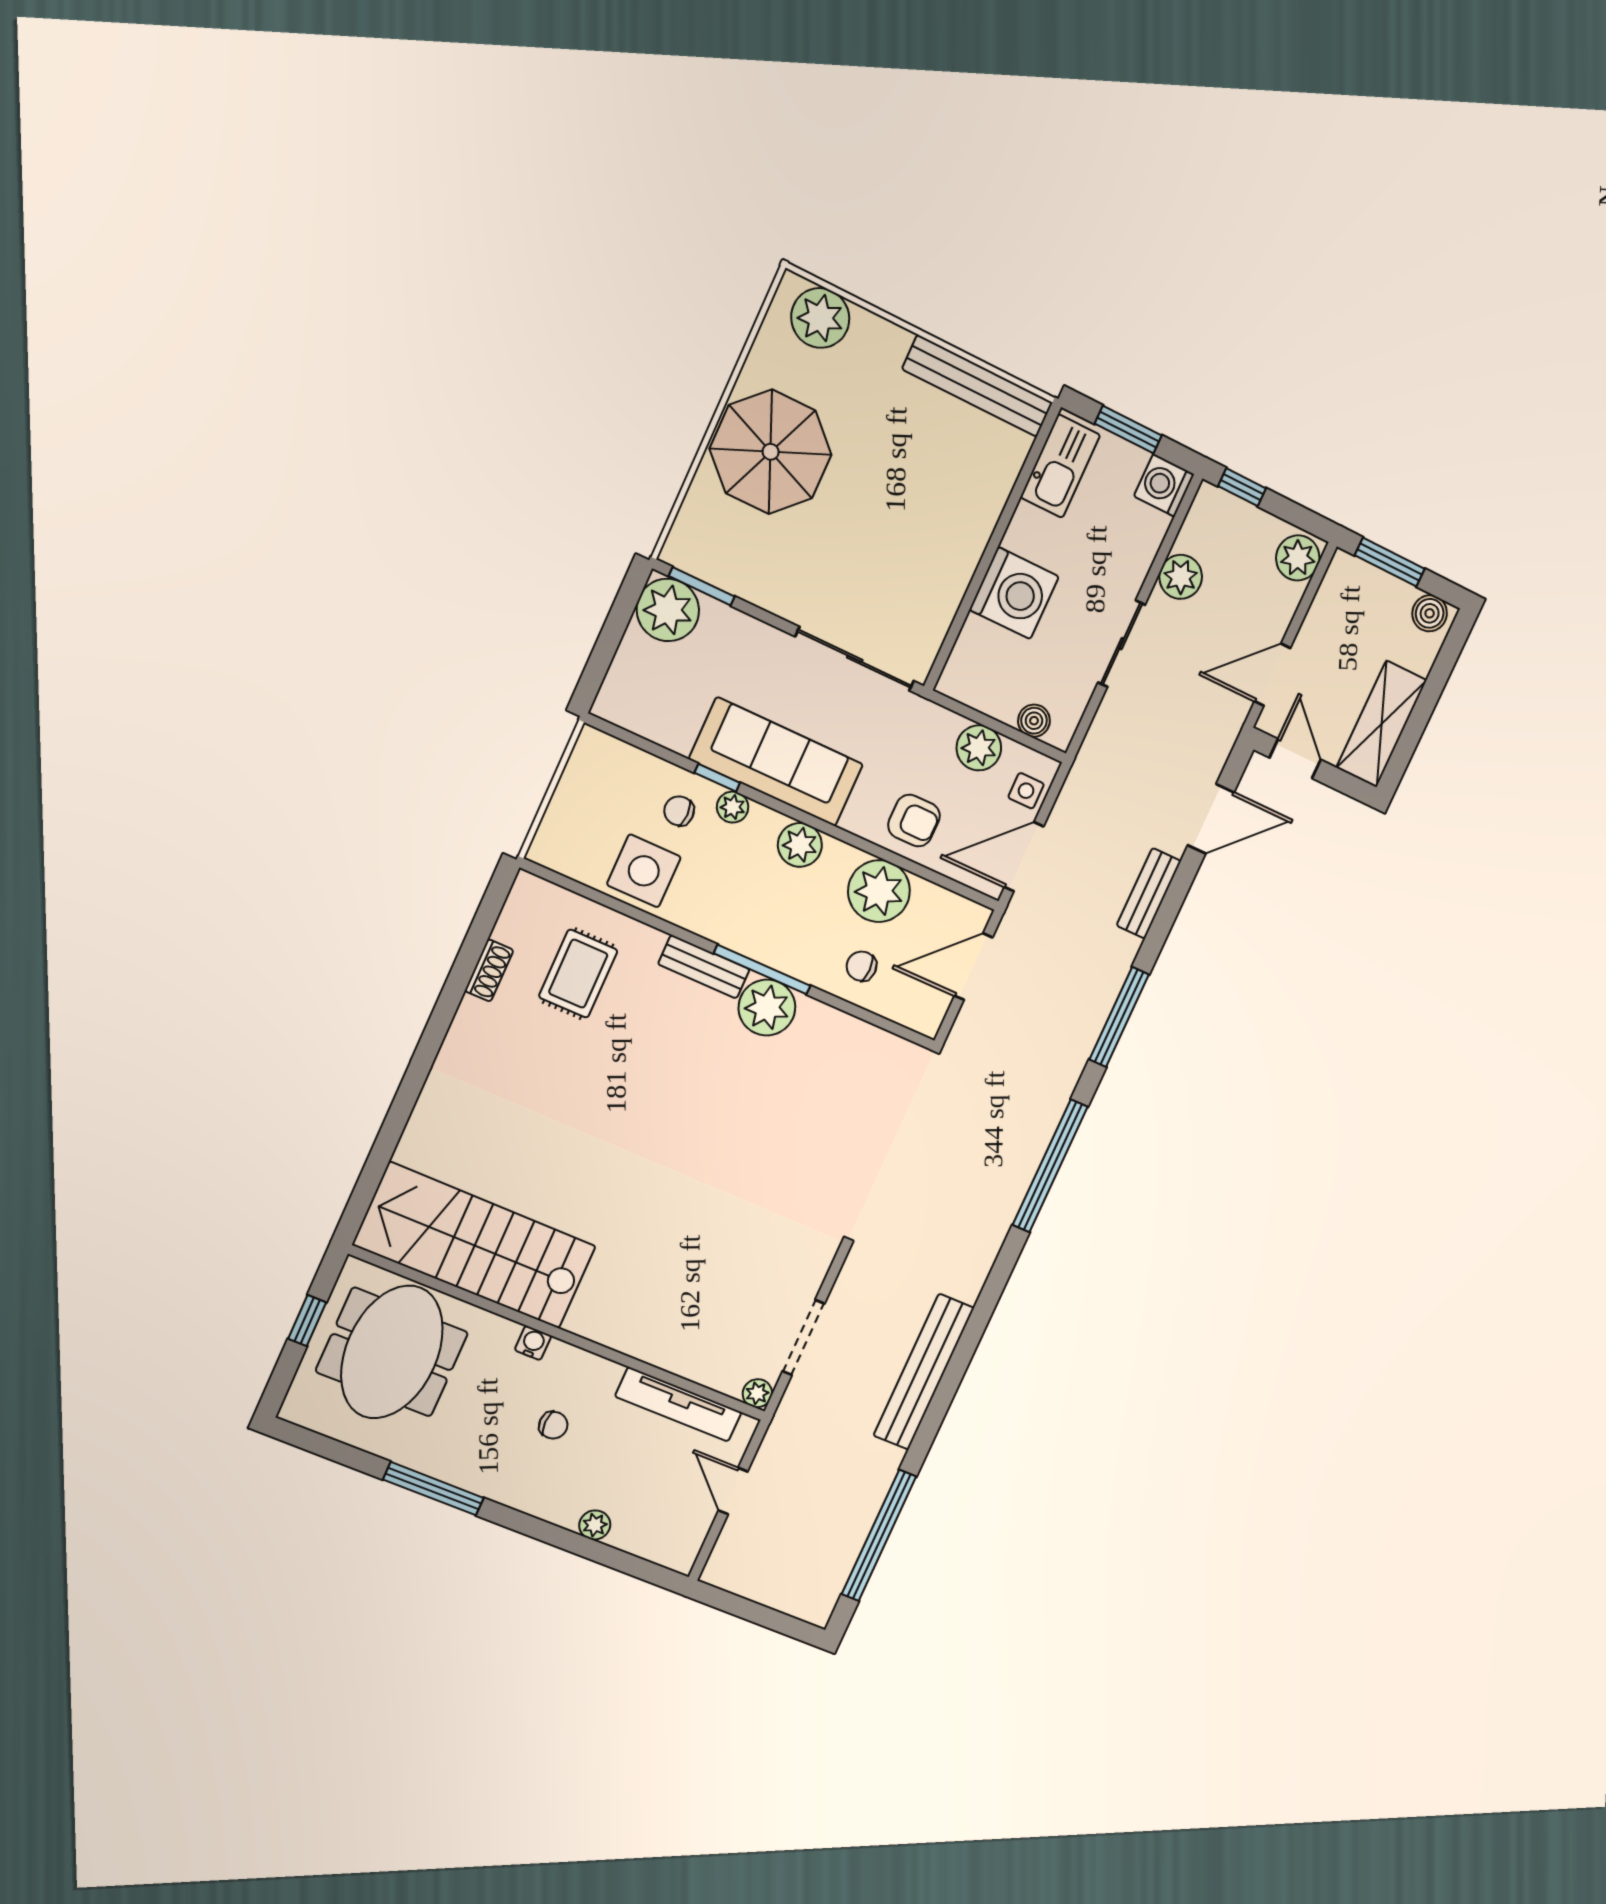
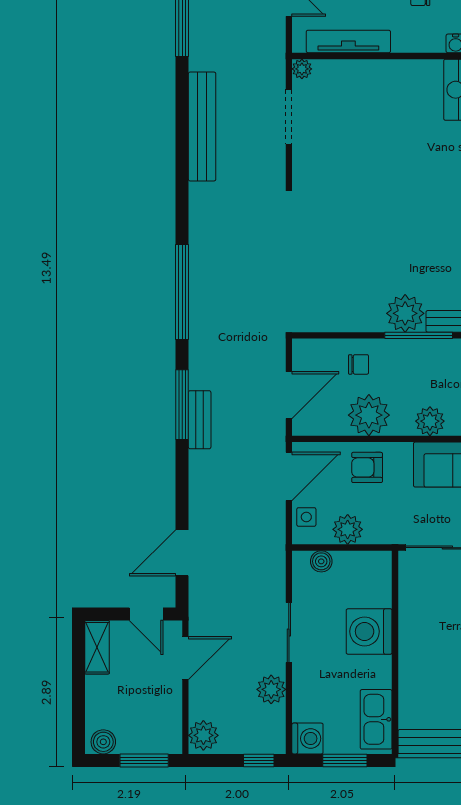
shelving: (1381, 724) -> (97, 647), width x0.67, depth x0.75
bench: (1149, 893) -> (200, 420), moved

